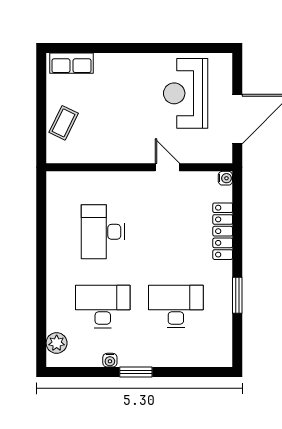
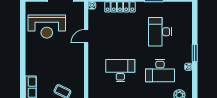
desk: (103, 232) -> (120, 71), turned 180
desk: (103, 306) -> (160, 71), turned -90

